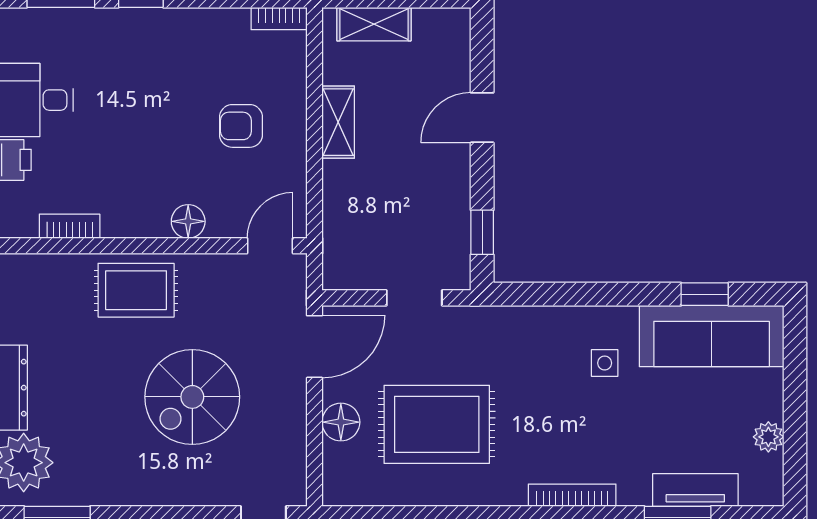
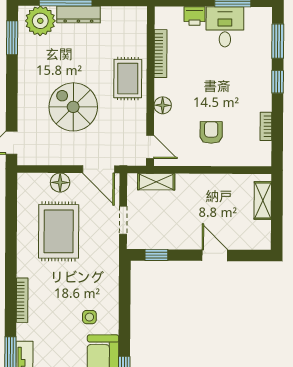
bookcase: (279, 19) -> (266, 126), moved
shelving: (338, 122) -> (156, 182), moved
bookcase: (70, 226) -> (160, 54), width x1.56

